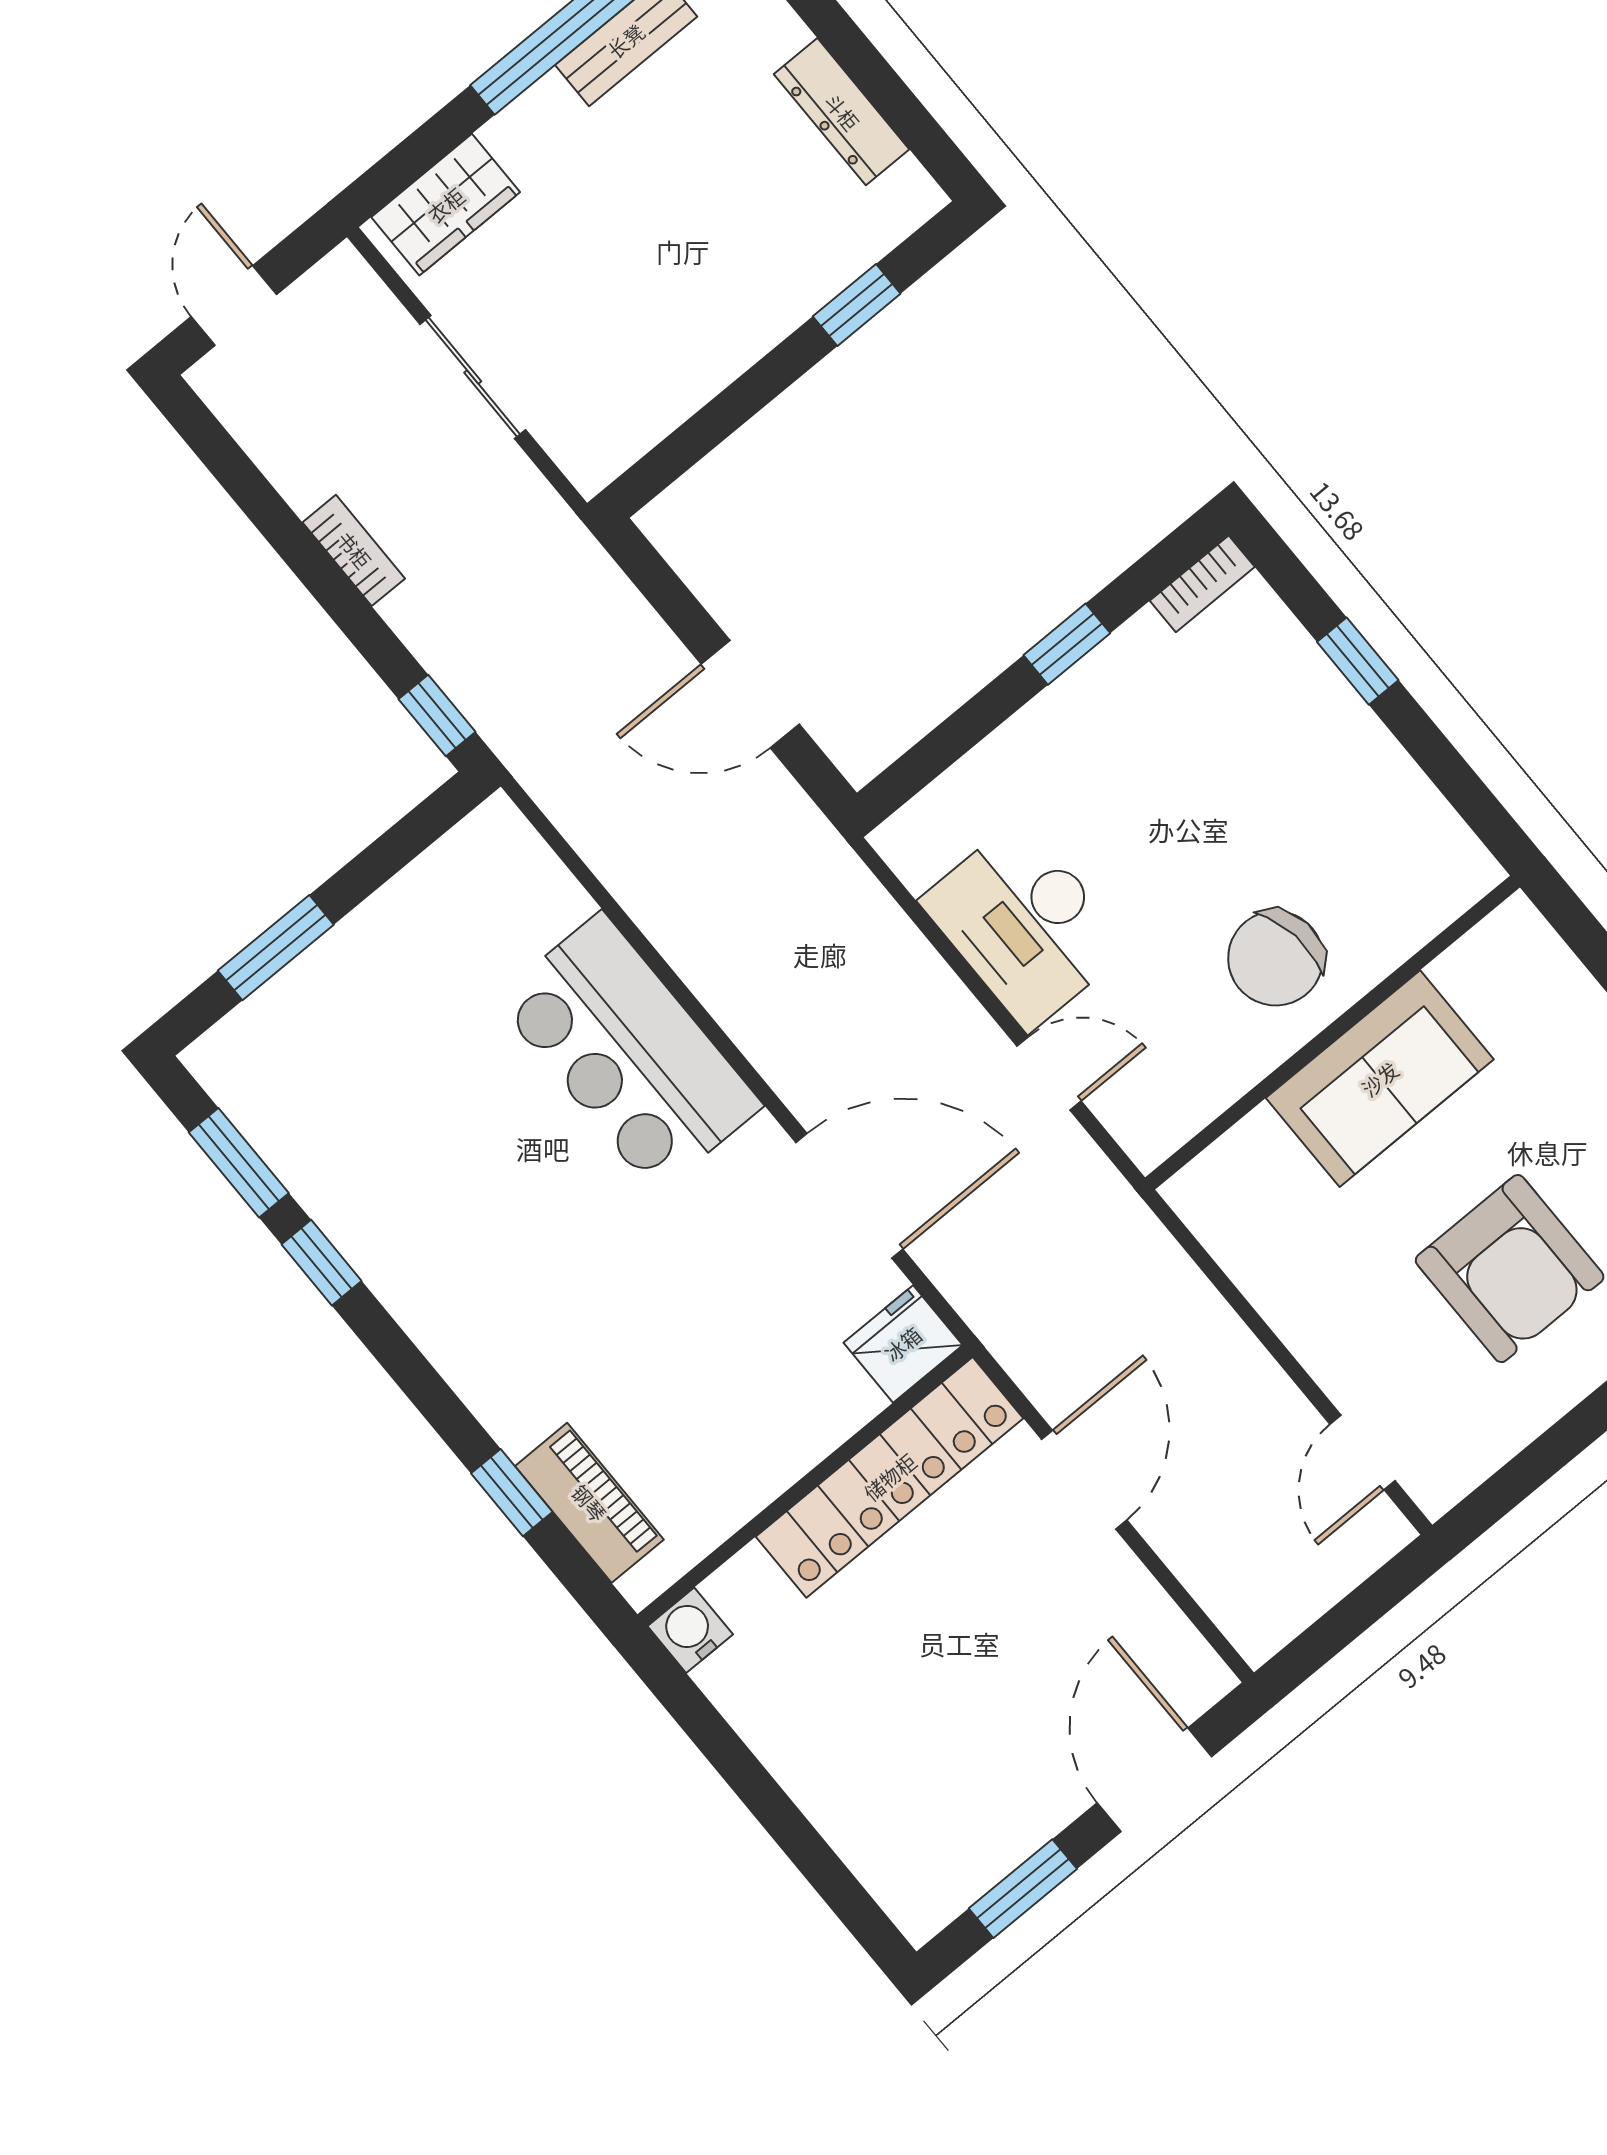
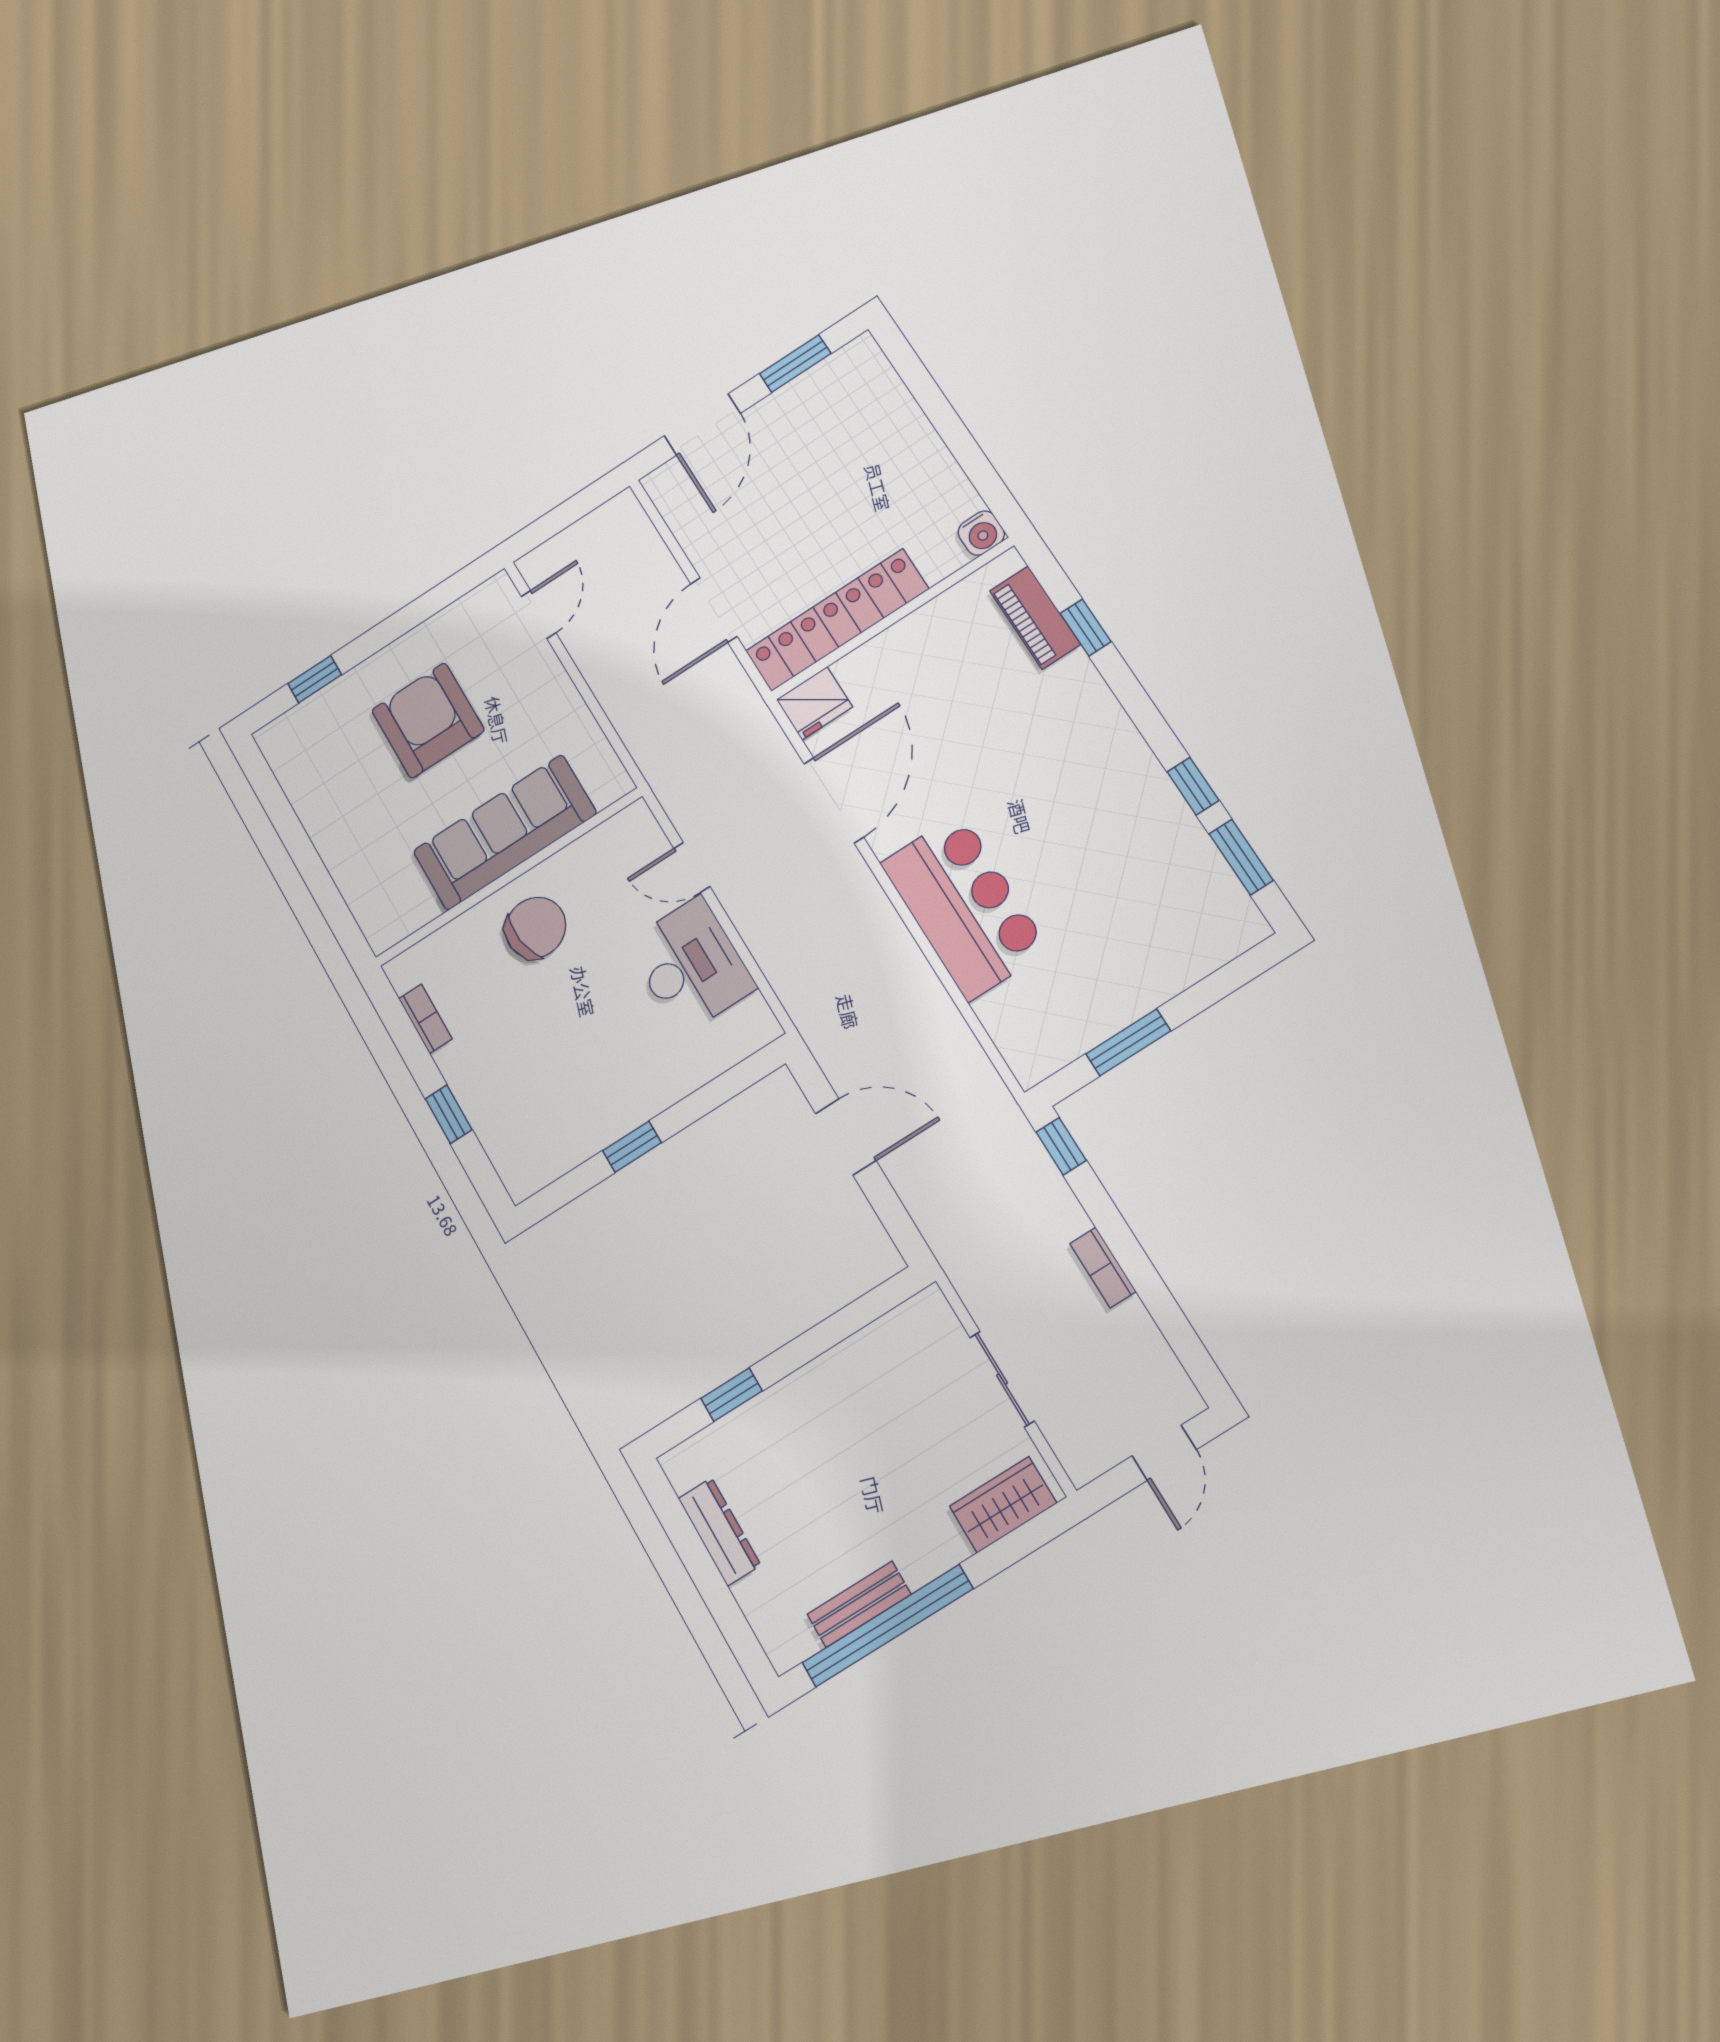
bookcase: (1202, 584) -> (425, 1019), moved, turned 90
window: (276, 948) -> (1128, 1042), moved
sofa: (1380, 1079) -> (505, 832), width x1.36
door: (849, 1196) -> (834, 800), swing flipped

